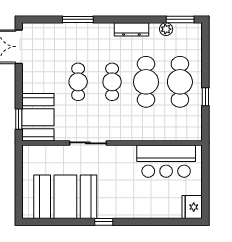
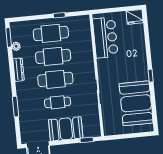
cafe table: (112, 82) -> (55, 79), width x1.37, depth x1.35
booth: (38, 117) -> (66, 129), moved

